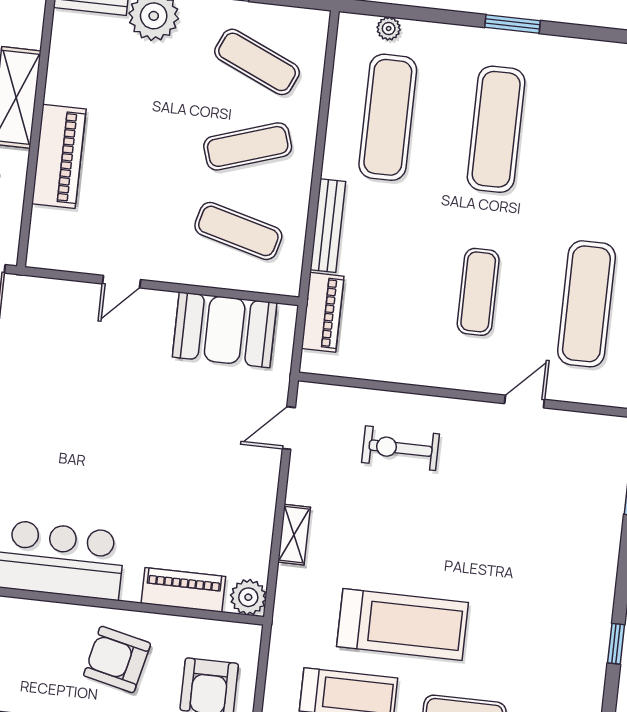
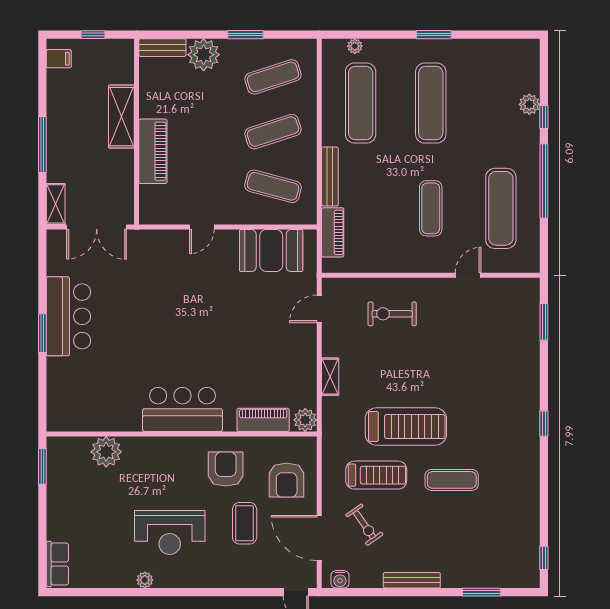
exercise mat: (257, 62) -> (273, 77), turned -42
armchair: (117, 659) -> (226, 469), turned 77

